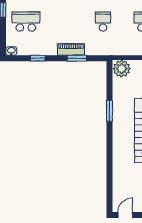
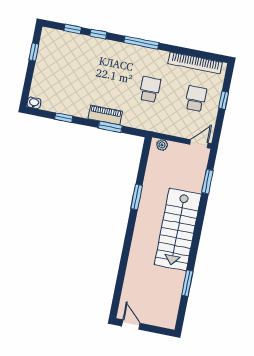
school desk: (26, 22) -> (58, 71), removed
plant: (122, 69) -> (162, 145), width x0.53, depth x0.53
door: (125, 215) -> (131, 325), hinge flipped

